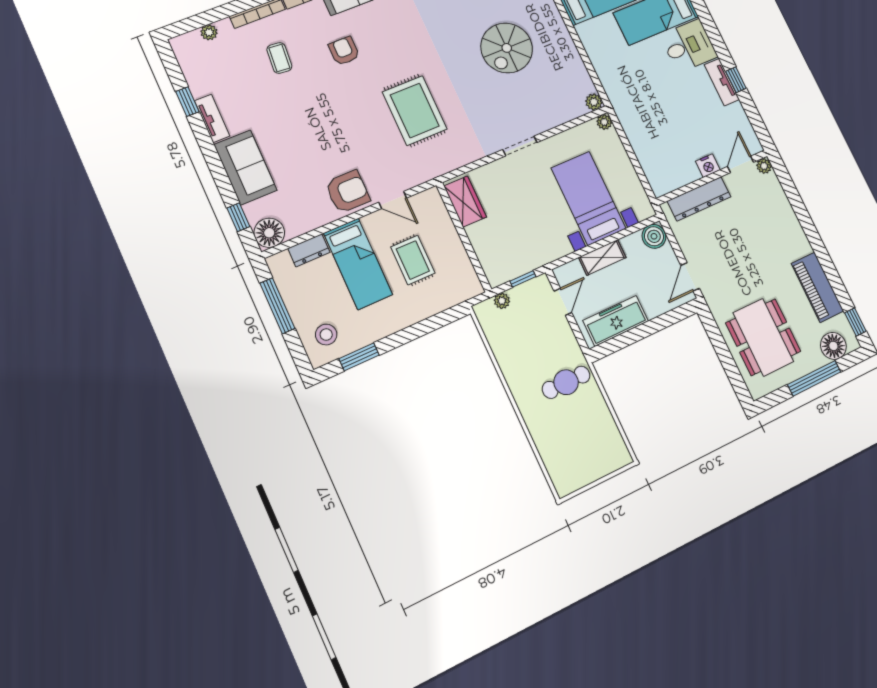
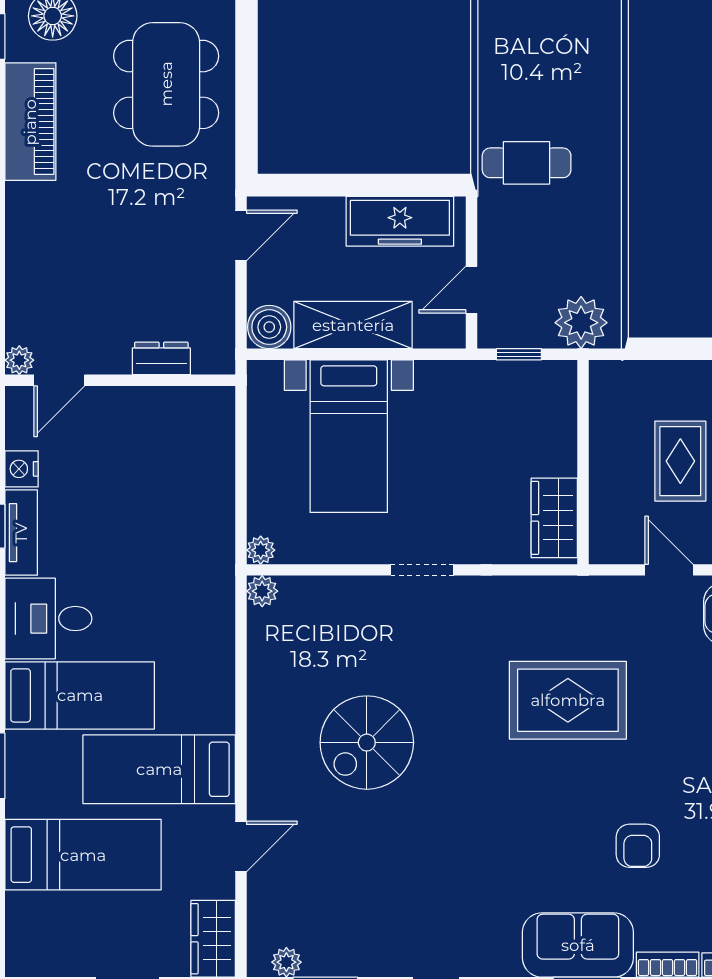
spiral stairs: (507, 48) -> (367, 743), turned 180
rug: (415, 111) -> (568, 700), turned 90
nightstand: (708, 166) -> (21, 469), moved, turned -90
dresser: (699, 199) -> (161, 358), width x0.51, depth x0.80
shelving: (602, 257) -> (353, 325), width x1.50, depth x1.33
plant: (502, 301) -> (581, 323), width x1.88, depth x1.88

